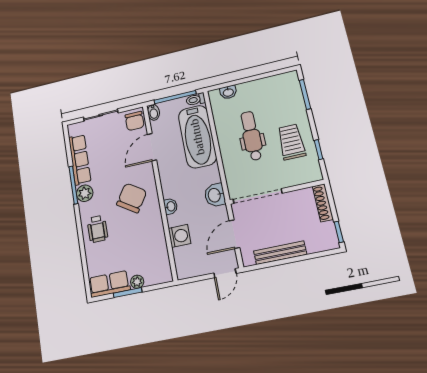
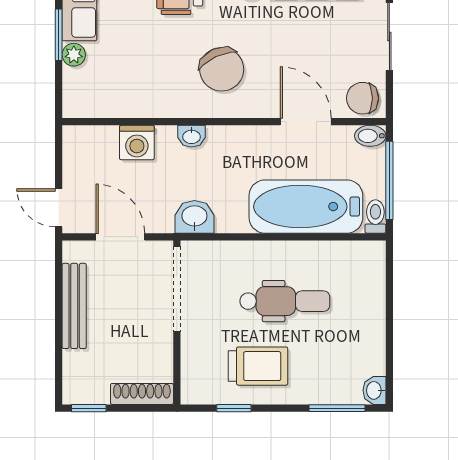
washbasin: (228, 92) -> (374, 390), moved
chair: (132, 198) -> (222, 69), turned 32

